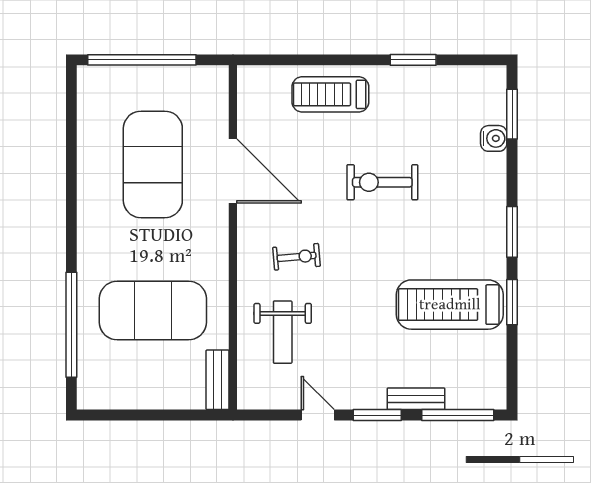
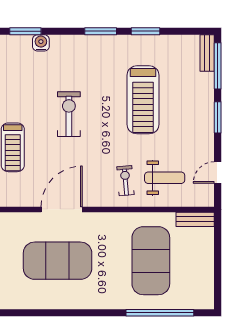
exercise bike: (382, 182) -> (69, 114), turned 180
exercise bike: (297, 257) -> (125, 181), moved
treadmill: (450, 305) -> (143, 100), moved
bench: (416, 399) -> (207, 53), moved
door: (318, 415) -> (218, 173), moved

